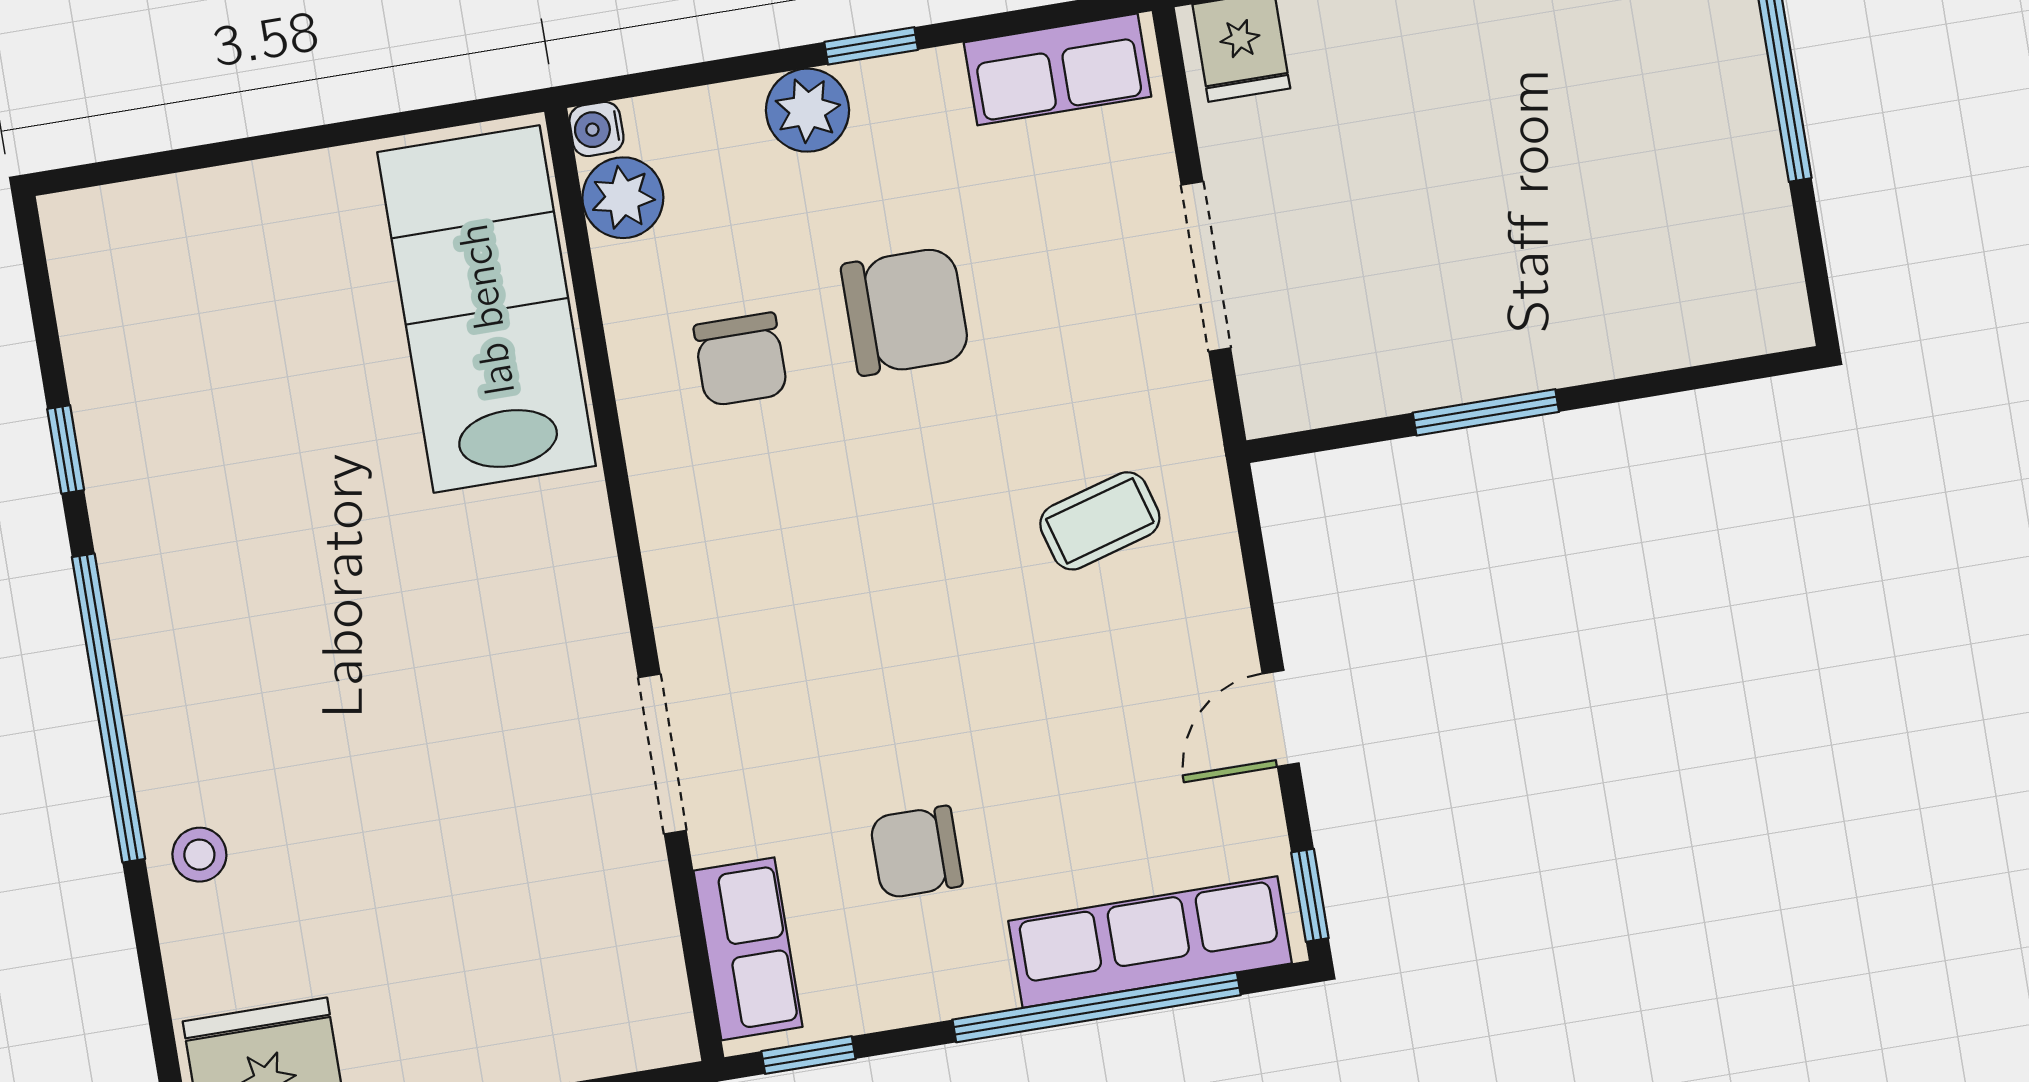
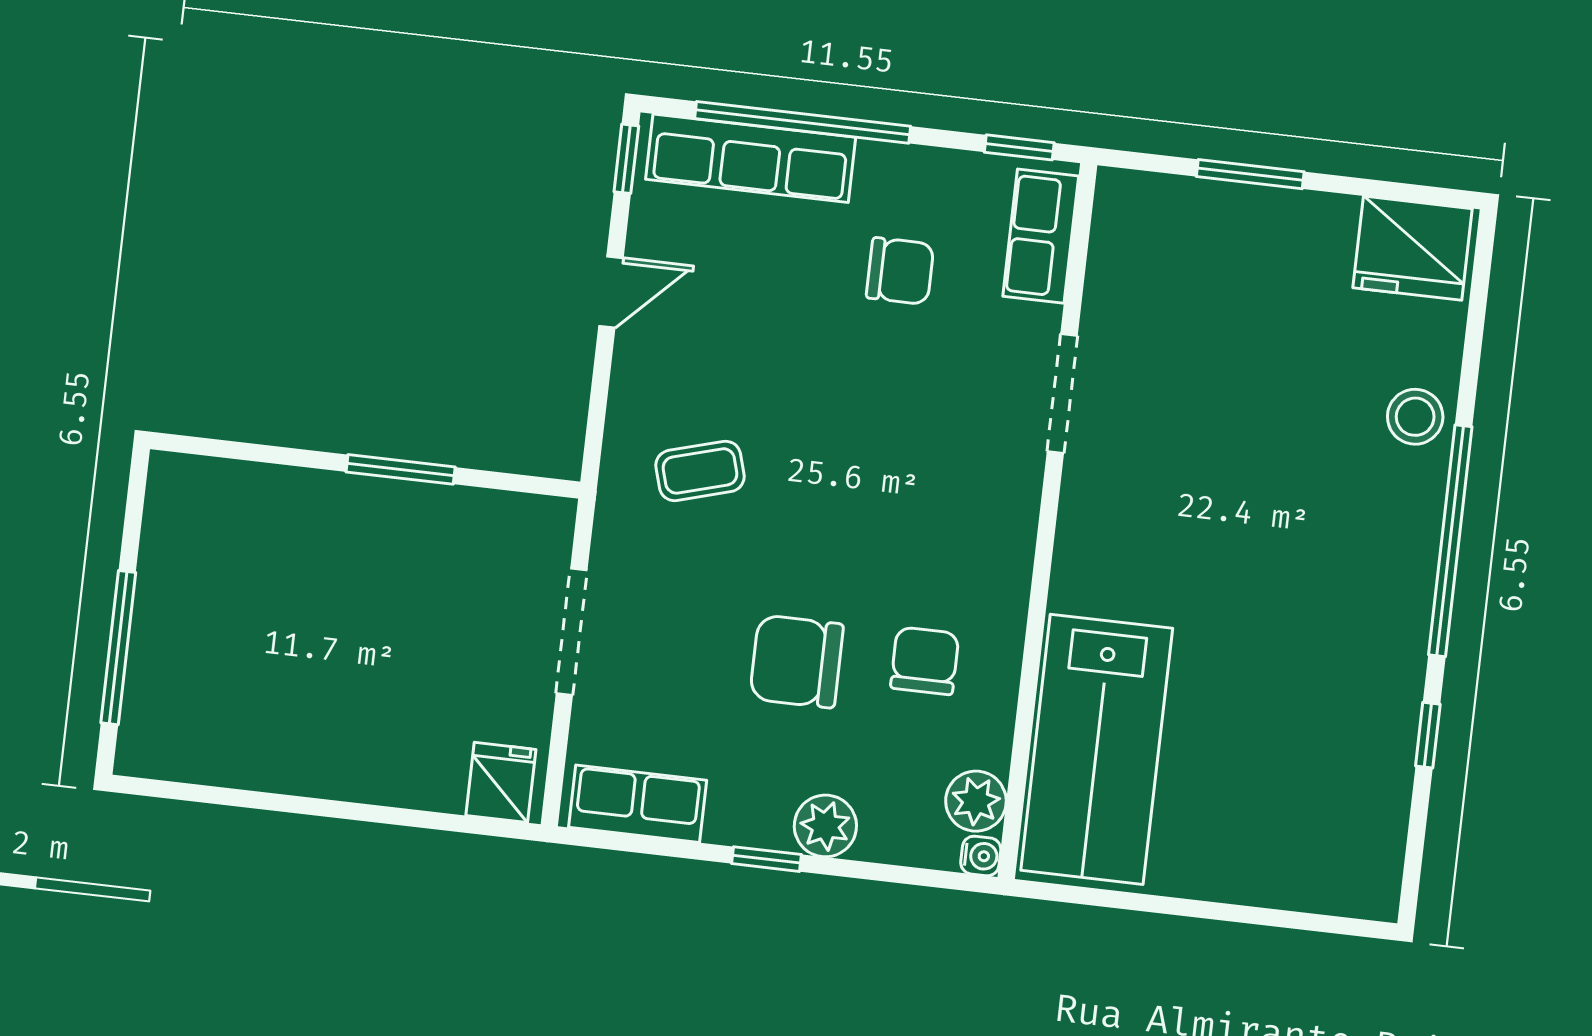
stool: (199, 855) -> (1415, 417), width x1.37, depth x1.37

